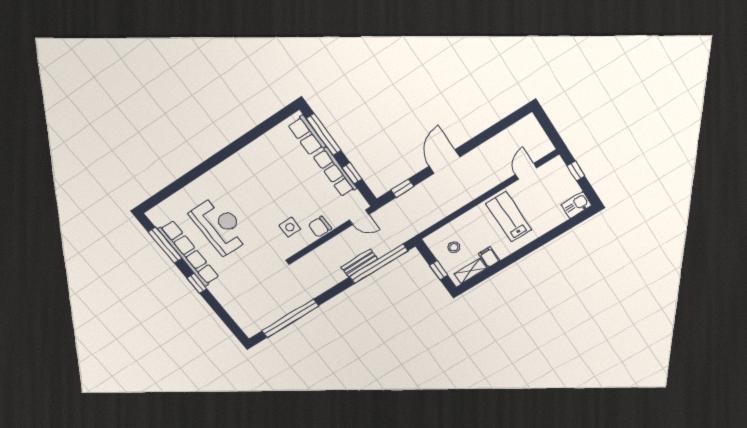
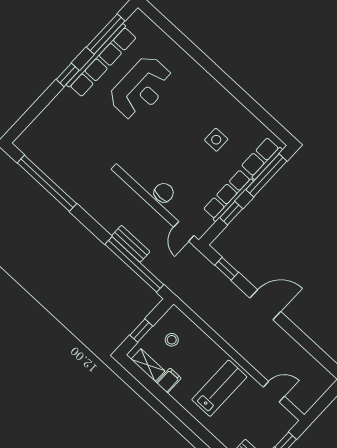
side table: (290, 227) -> (216, 140), moved
chair: (320, 227) -> (164, 193), turned 90

